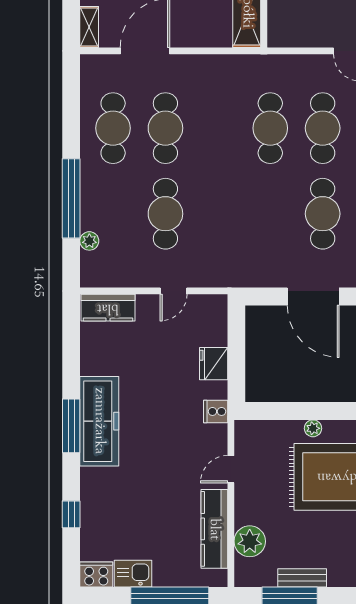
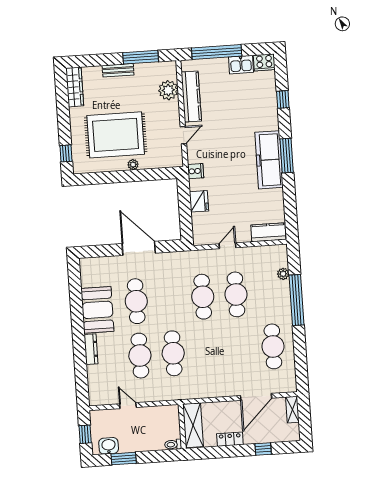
cafe table: (165, 128) -> (203, 297), moved
bench: (302, 578) -> (118, 70), moved

